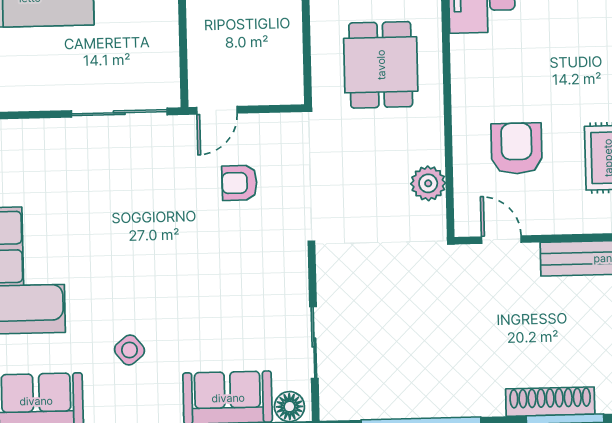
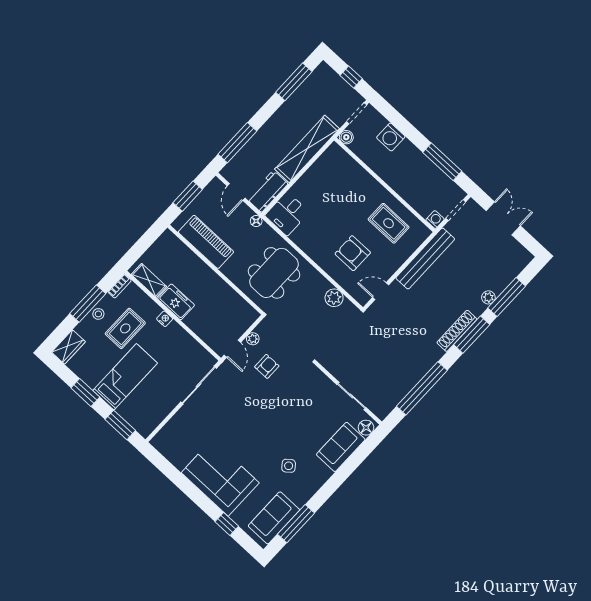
dining table: (381, 65) -> (274, 273), width x1.38
plant: (259, 125) -> (253, 339), added
armchair: (239, 183) -> (267, 366), turned 180

